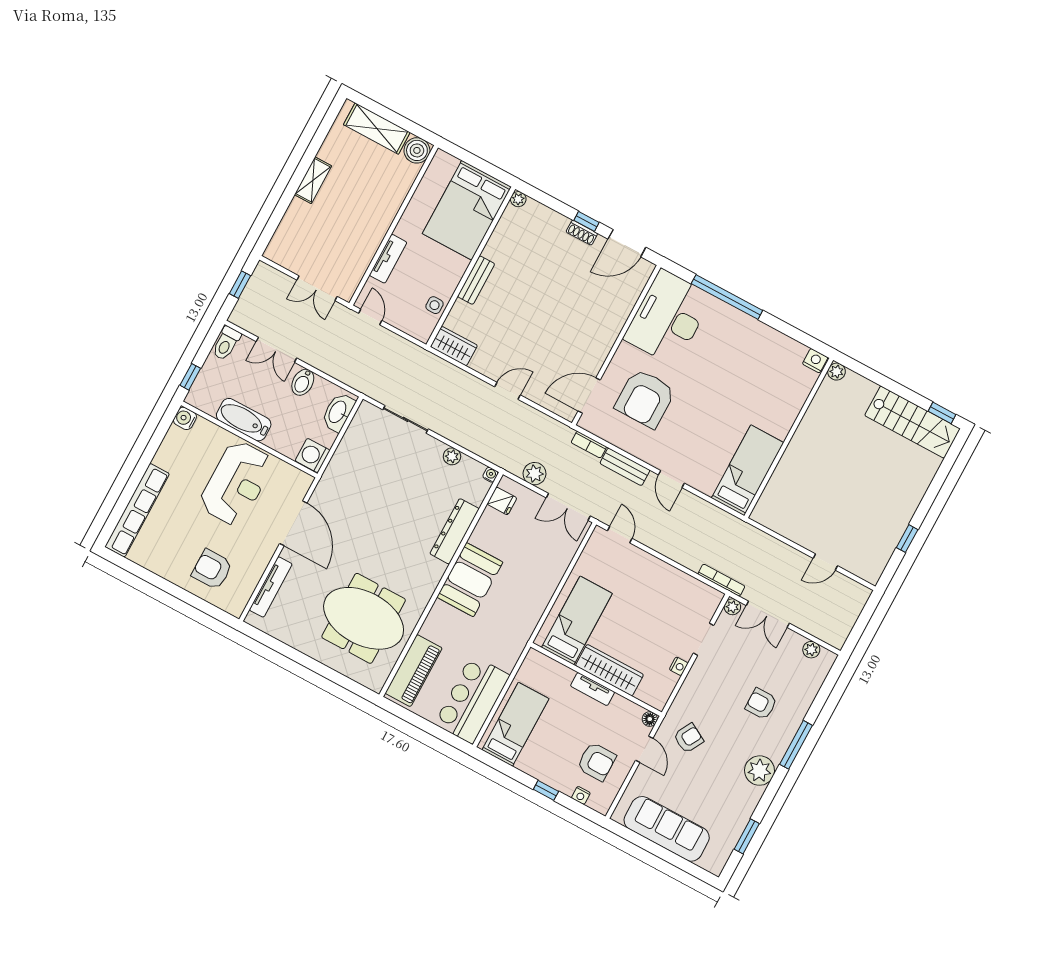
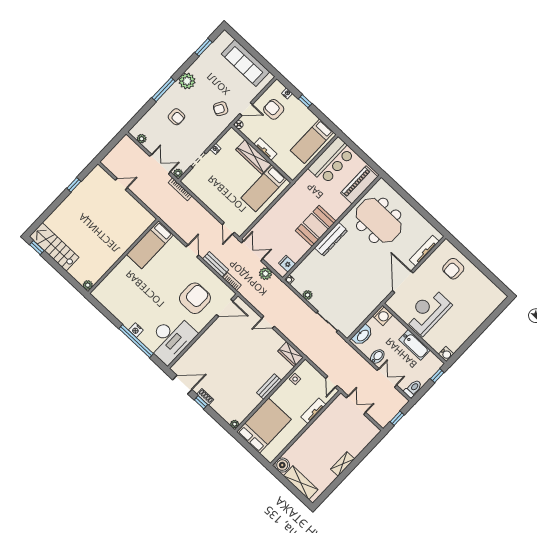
nightstand: (815, 361) -> (136, 330), moved
row of seats: (137, 510) -> (485, 311), removed
dresser: (455, 531) -> (331, 239), moved
armchair: (212, 569) -> (453, 269), turned 90
door: (644, 749) -> (246, 109), swing flipped

